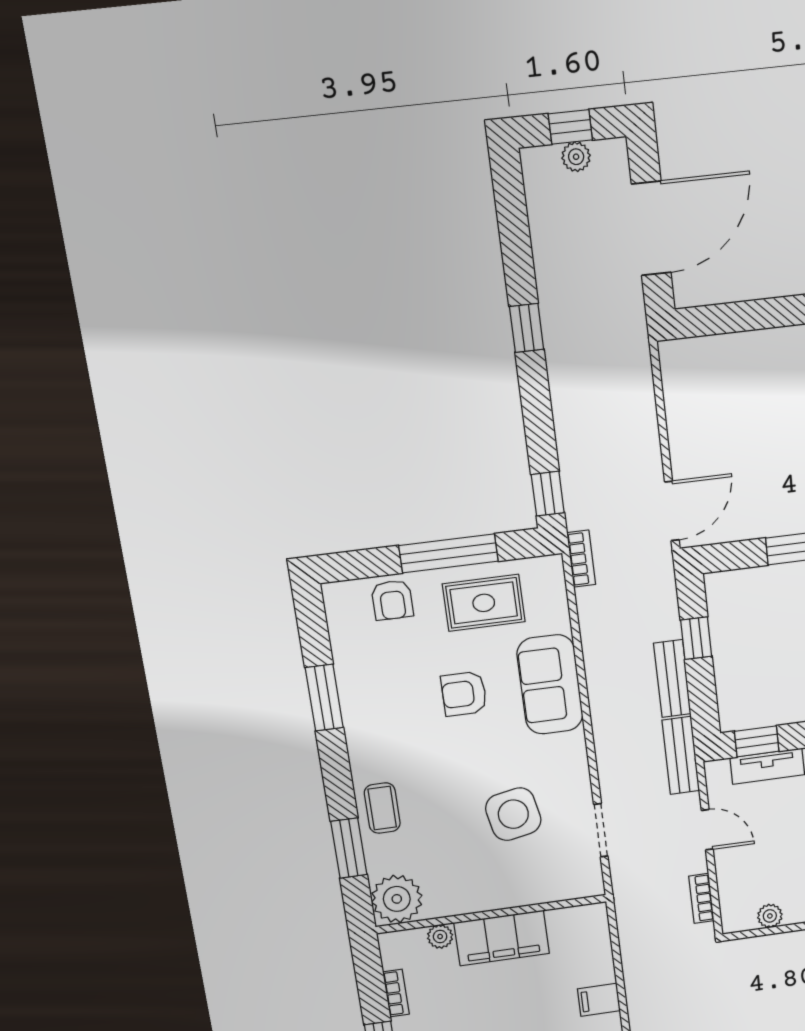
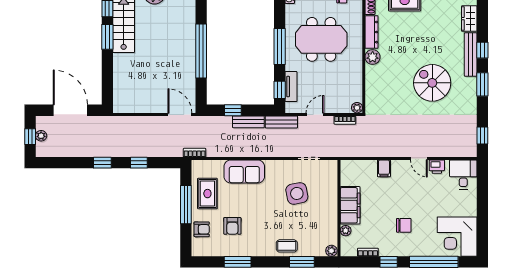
window: (548, 494) -> (139, 163), moved
armchair: (464, 694) -> (232, 226), moved
plant: (397, 899) -> (331, 251), width x0.53, depth x0.53
plant: (770, 916) -> (357, 108), moved

